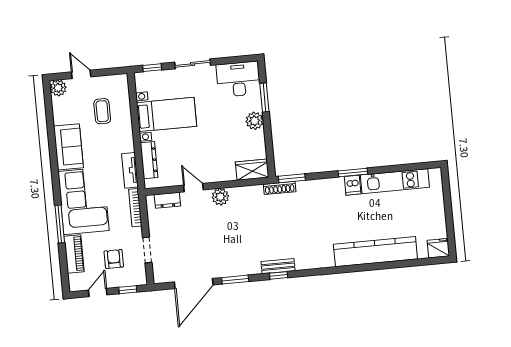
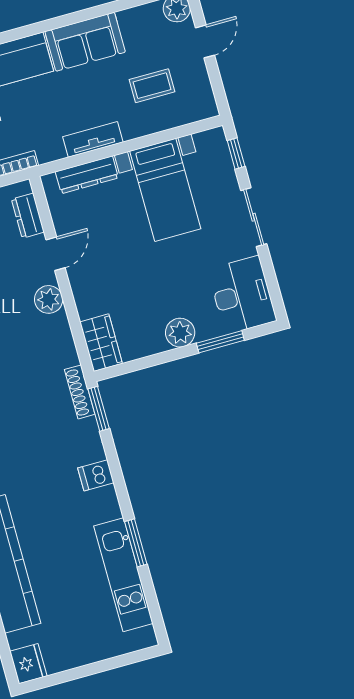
tv unit: (130, 170) -> (93, 139), moved
window: (353, 172) -> (136, 543), moved
dishwasher: (353, 185) -> (96, 475), moved

